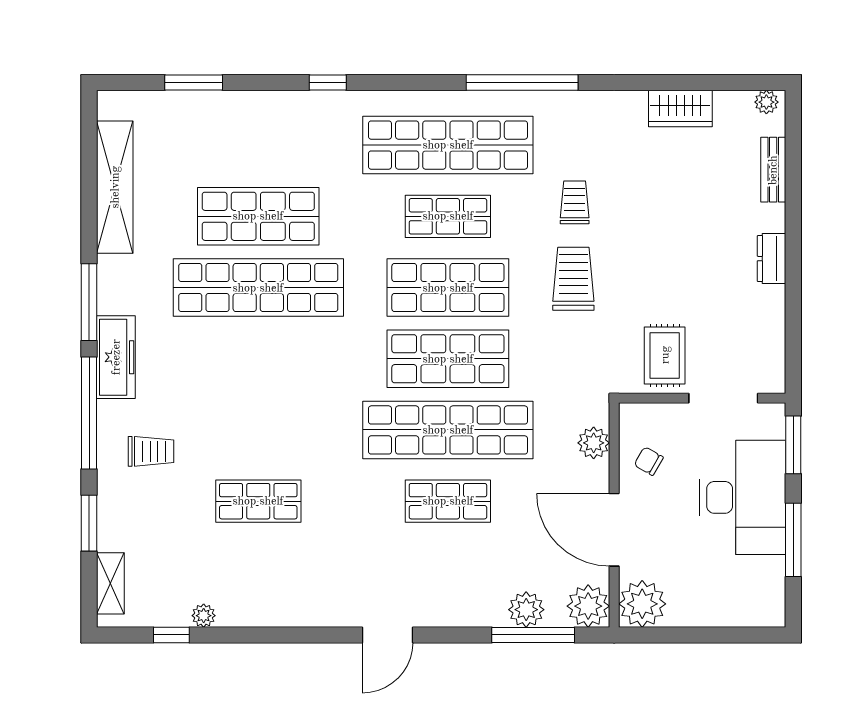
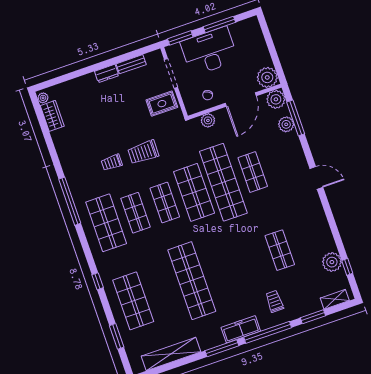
wardrobe: (680, 109) -> (52, 116), moved
shop shelf: (448, 145) -> (106, 223), width x0.71
bench: (773, 170) -> (131, 64), moved
shop shelf: (258, 216) -> (133, 301), moved
shop shelf: (448, 288) -> (165, 203), width x0.70, depth x0.74
plant: (204, 616) -> (332, 262), width x1.88, depth x1.88

